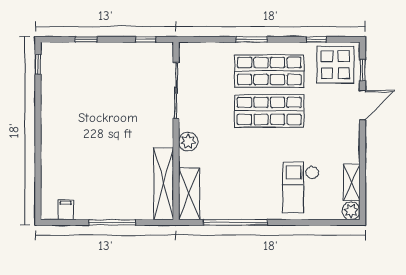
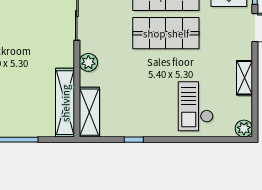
shelving: (352, 182) -> (245, 78), moved
window: (236, 222) -> (134, 140), width x0.32

